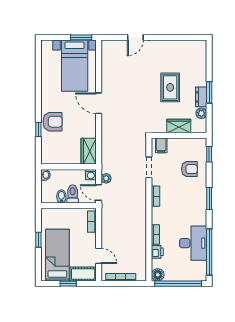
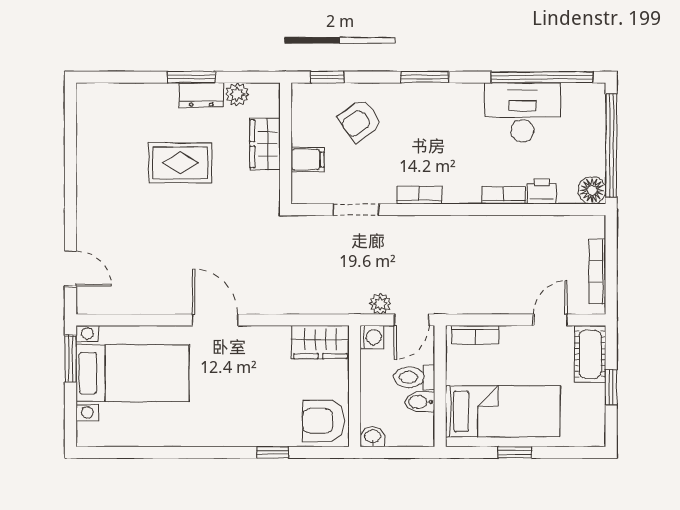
door: (135, 37) -> (70, 269), moved
door: (99, 103) -> (215, 320), swing flipped
armchair: (53, 122) -> (323, 421), moved, turned -90
filing cabinet: (161, 145) -> (308, 160), moved
armchair: (189, 169) -> (360, 121), turned -126
bed: (57, 255) -> (503, 411), moved, turned 180

